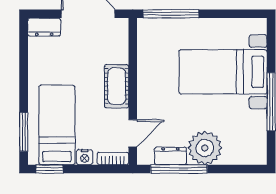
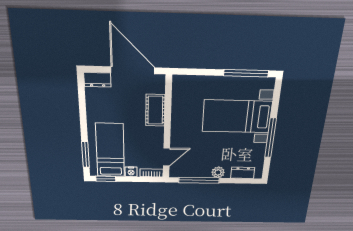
window: (171, 14) -> (246, 73), moved
cot: (117, 86) -> (155, 110), moved
plant: (205, 148) -> (218, 172), width x0.53, depth x0.53
dresser: (170, 156) -> (243, 173), moved

